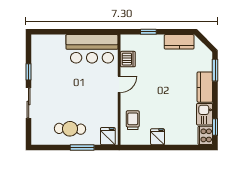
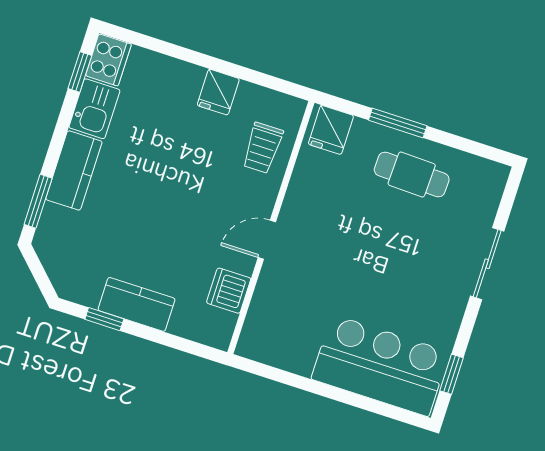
window: (148, 32) -> (104, 319), moved
kitchen counter: (179, 42) -> (137, 304), moved
bar counter: (92, 49) -> (380, 365), moved
window: (29, 72) -> (451, 374), moved

